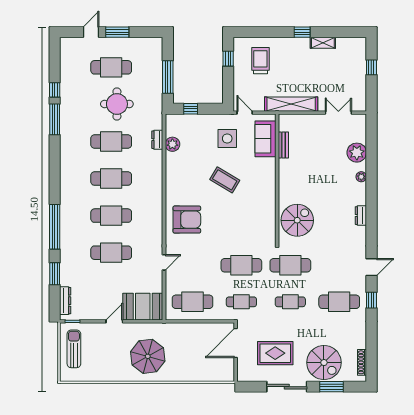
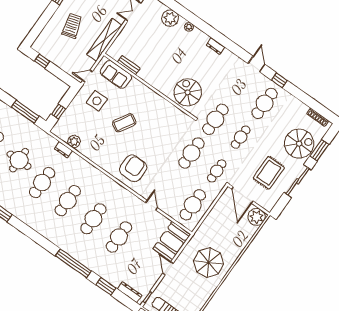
trolley: (260, 61) -> (72, 26), moved, turned 73
plant: (224, 372) -> (257, 217), added

